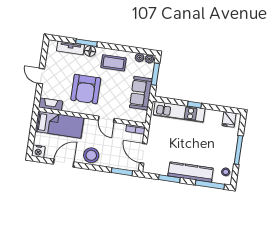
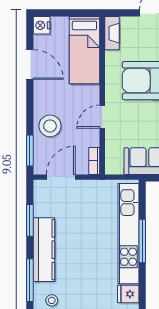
window: (195, 105) -> (142, 241), width x2.17
kitchen unit: (179, 112) -> (128, 234), width x1.36
stool: (91, 155) -> (50, 126), moved

